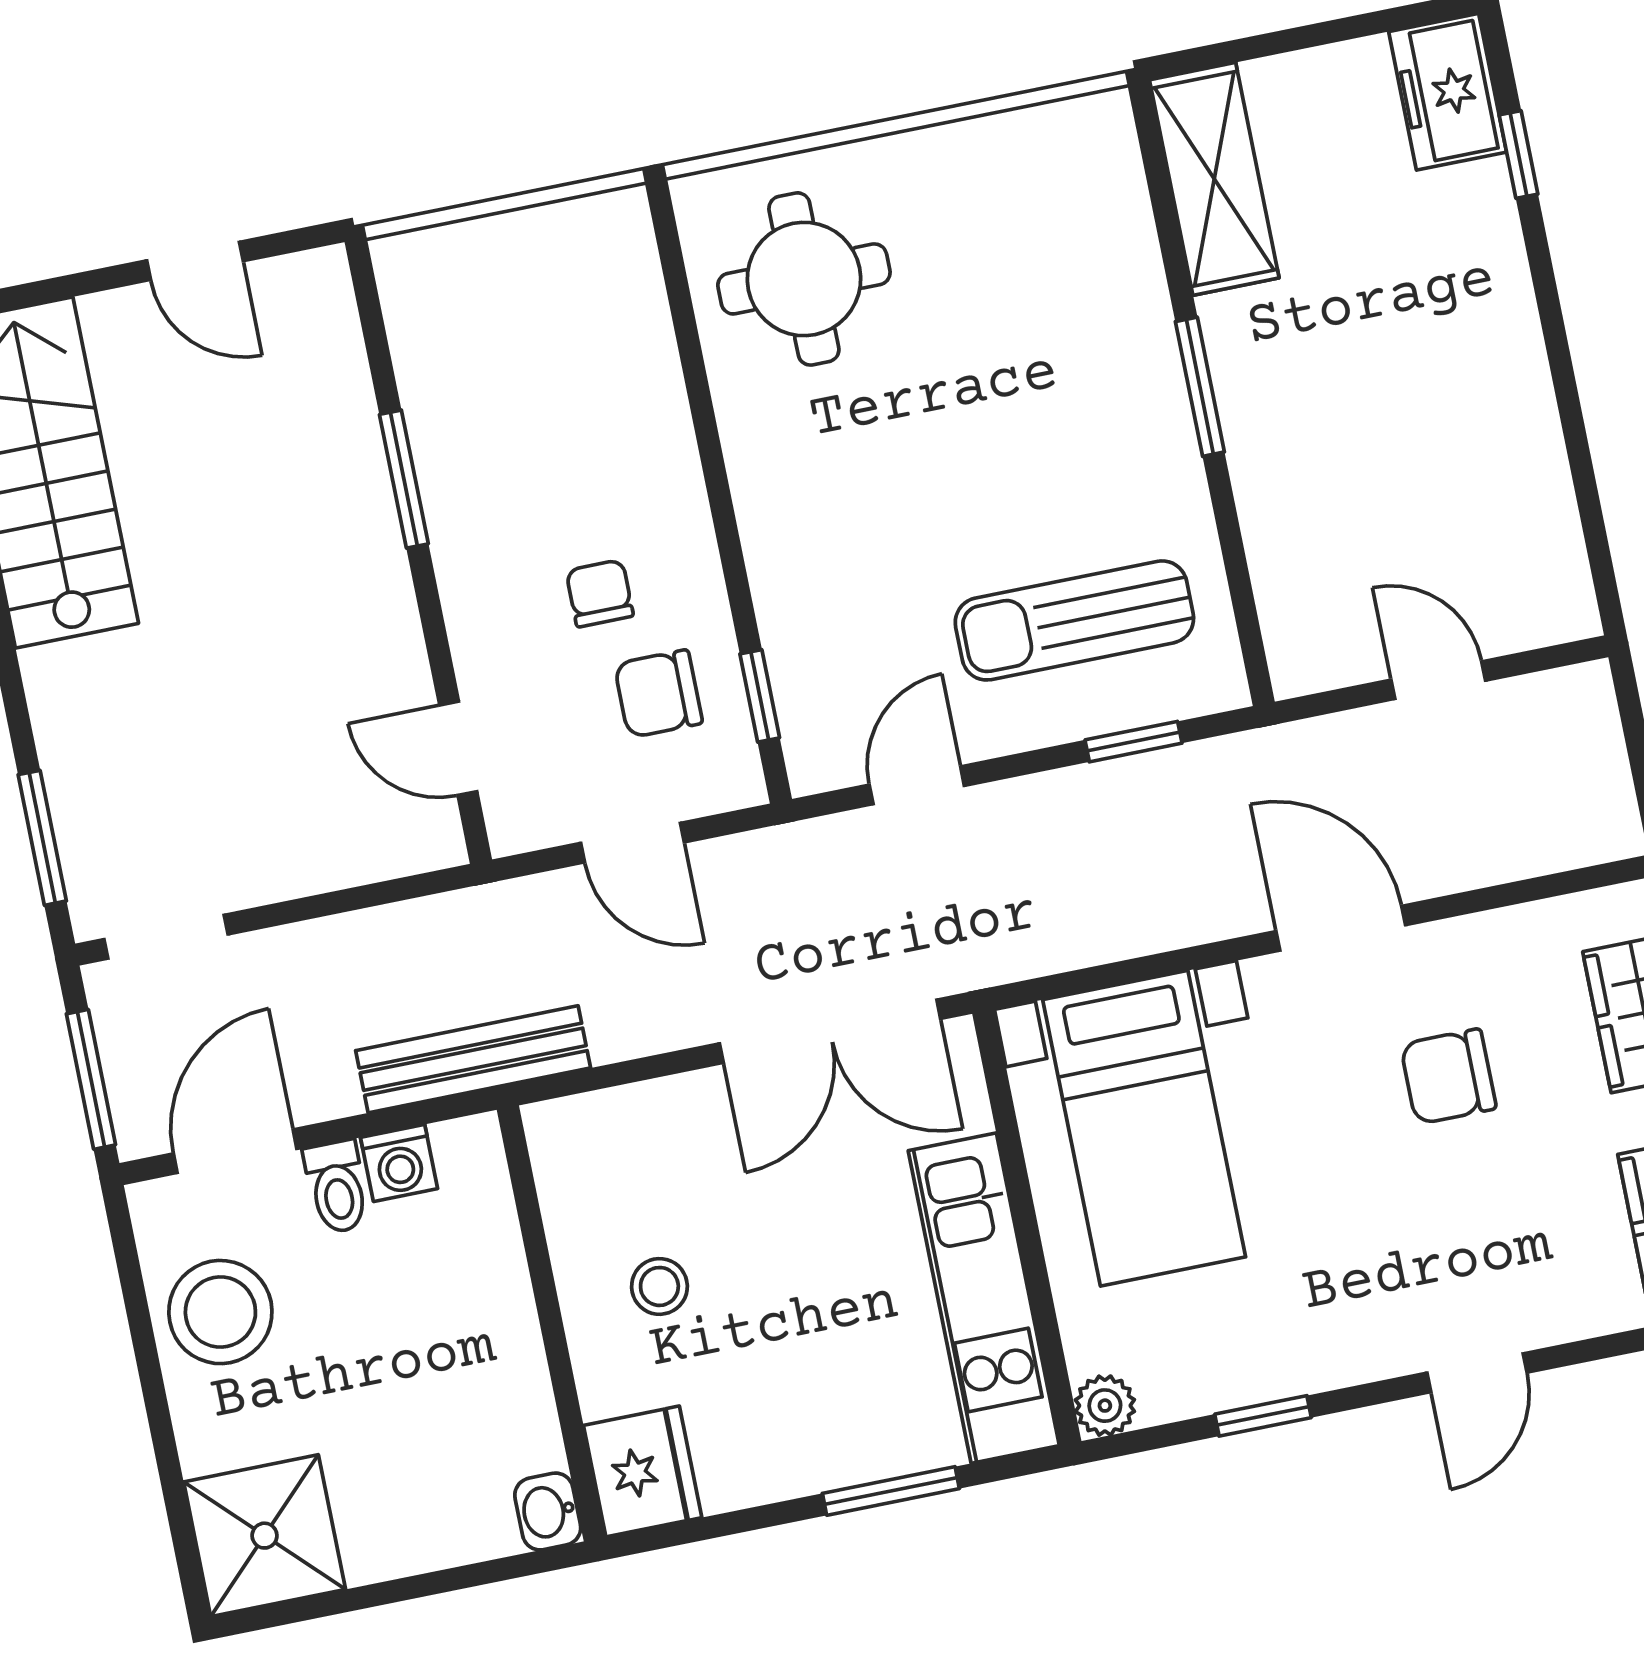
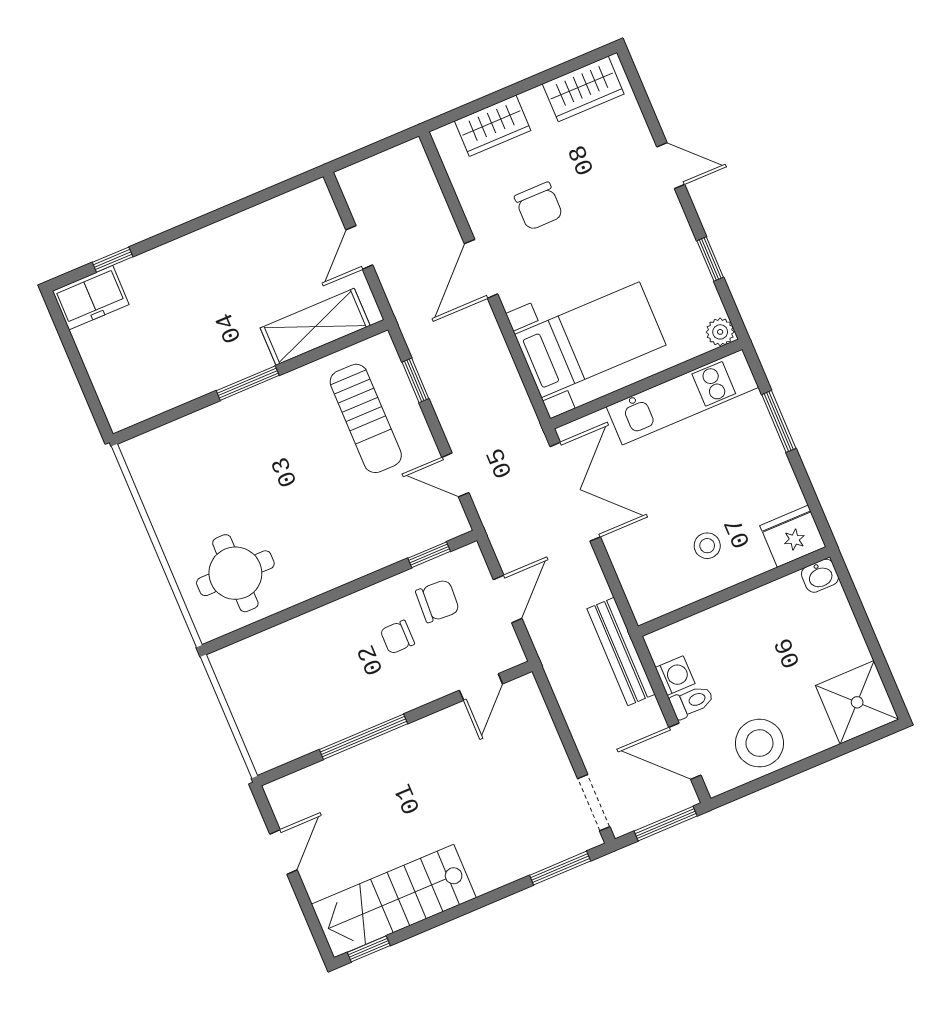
shelving: (1214, 179) -> (315, 327), moved
window: (404, 479) -> (363, 737), width x1.44
chair: (658, 694) -> (438, 601), turned -87

